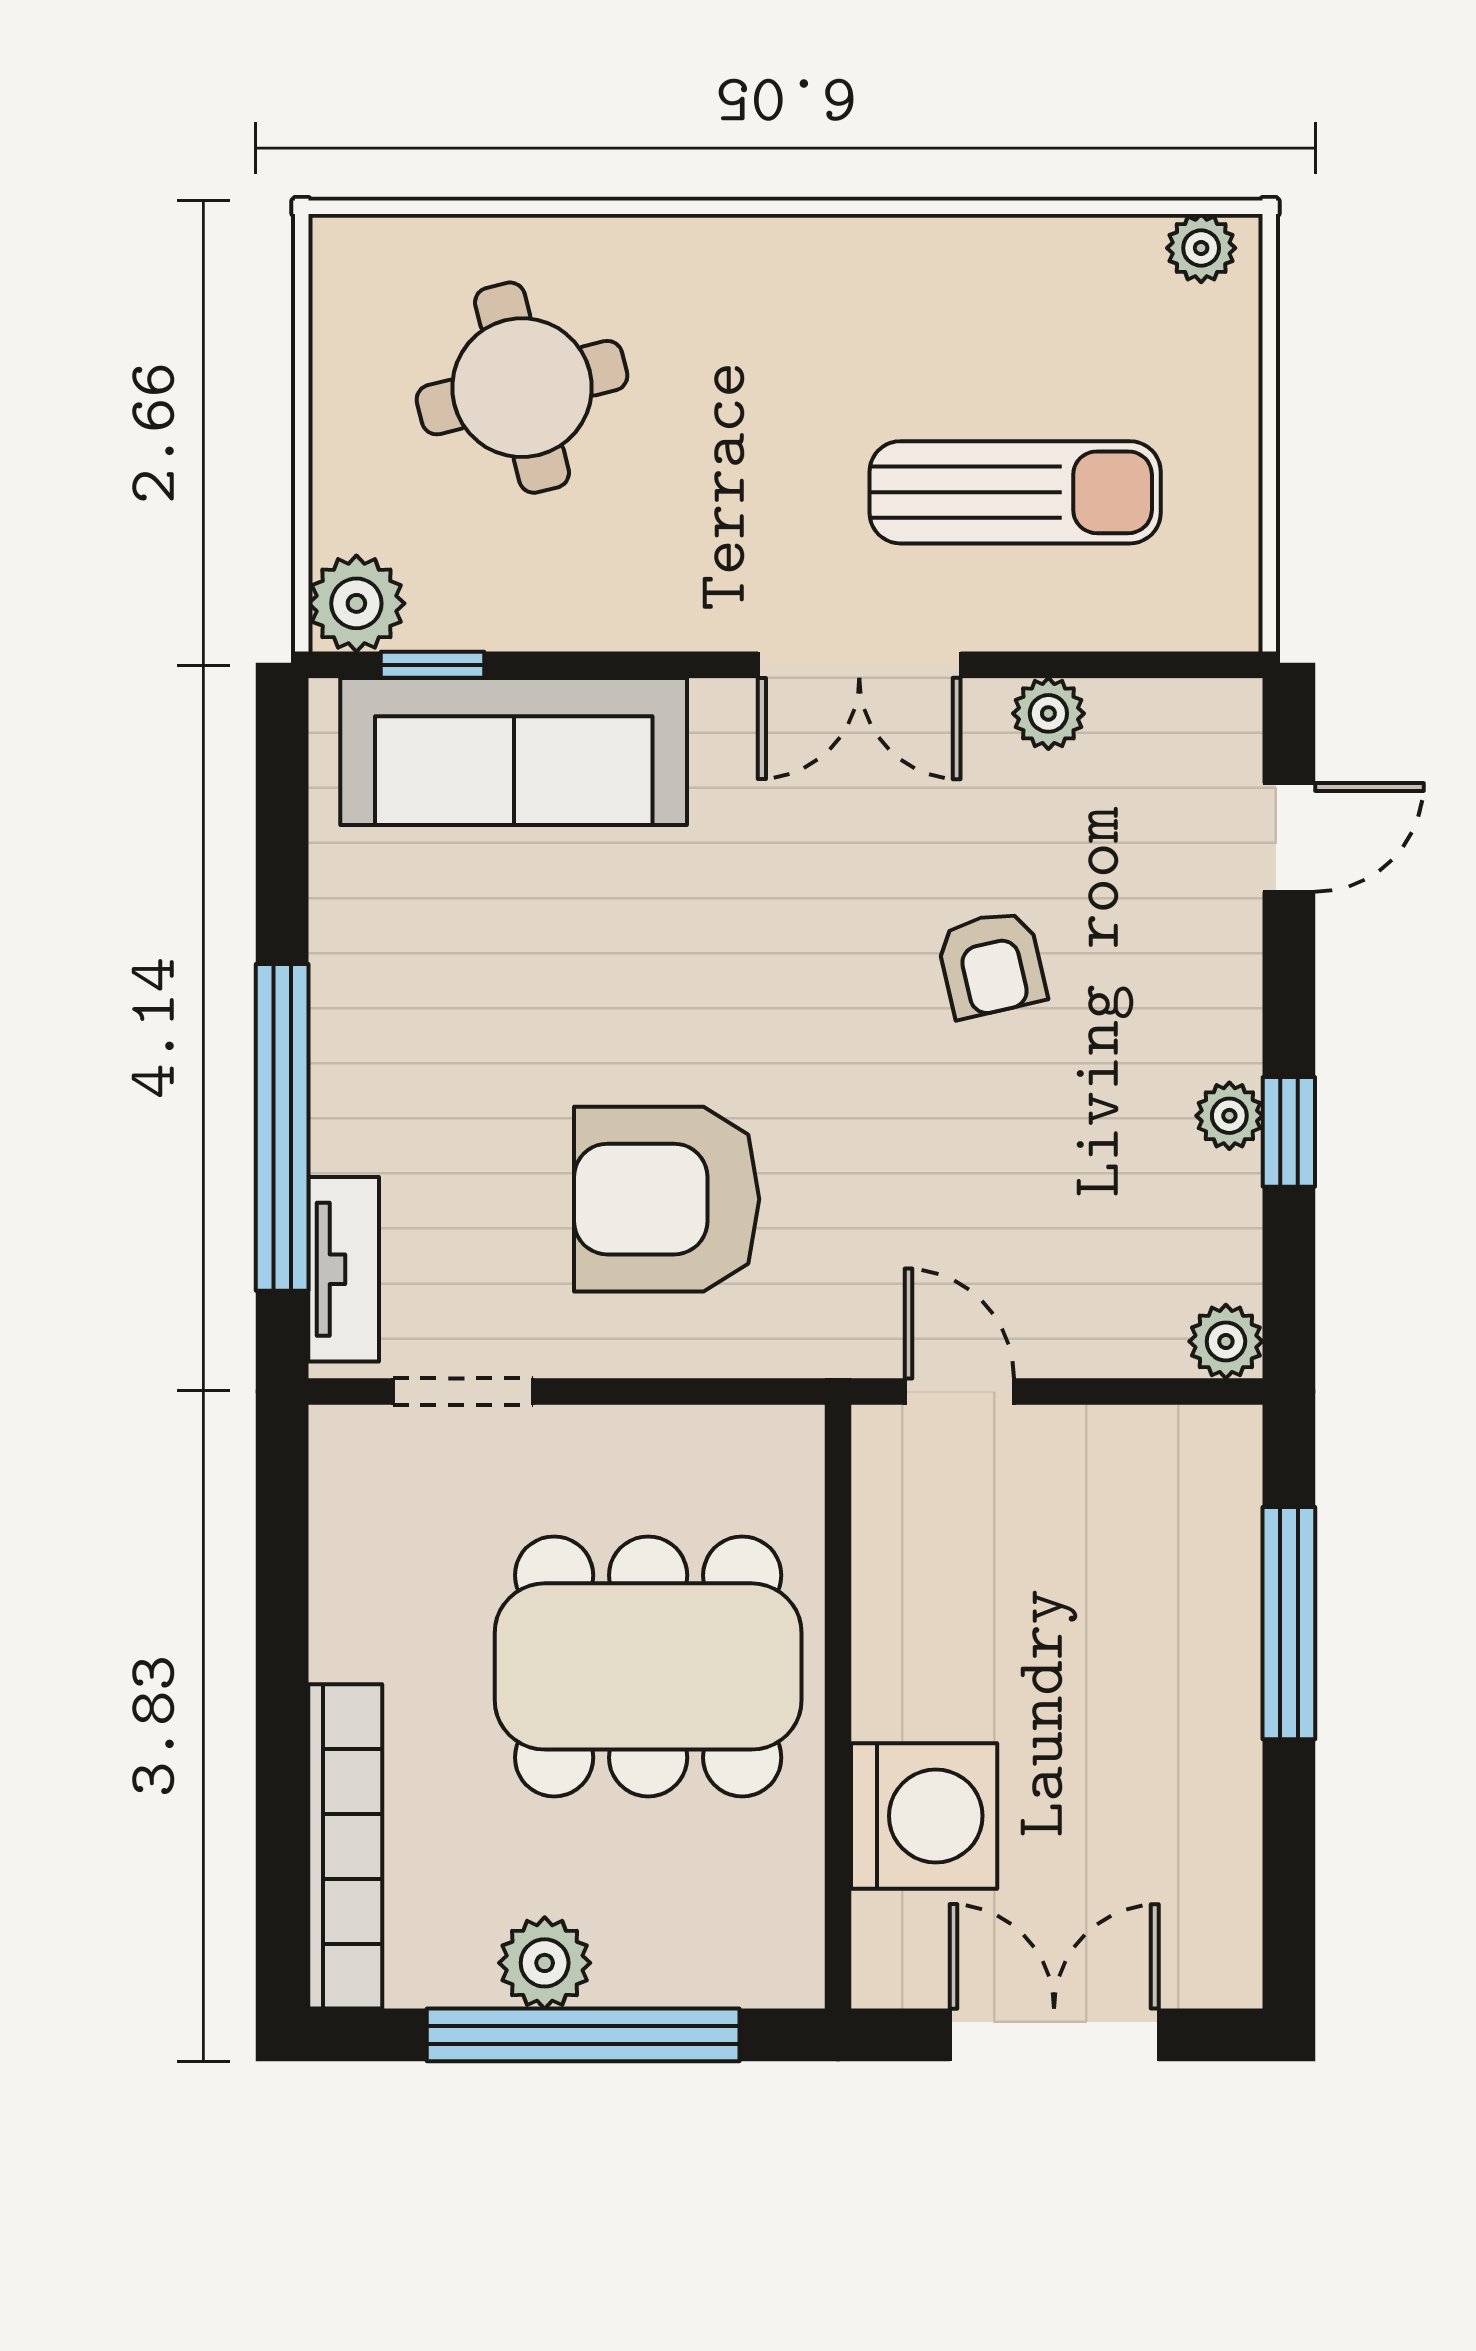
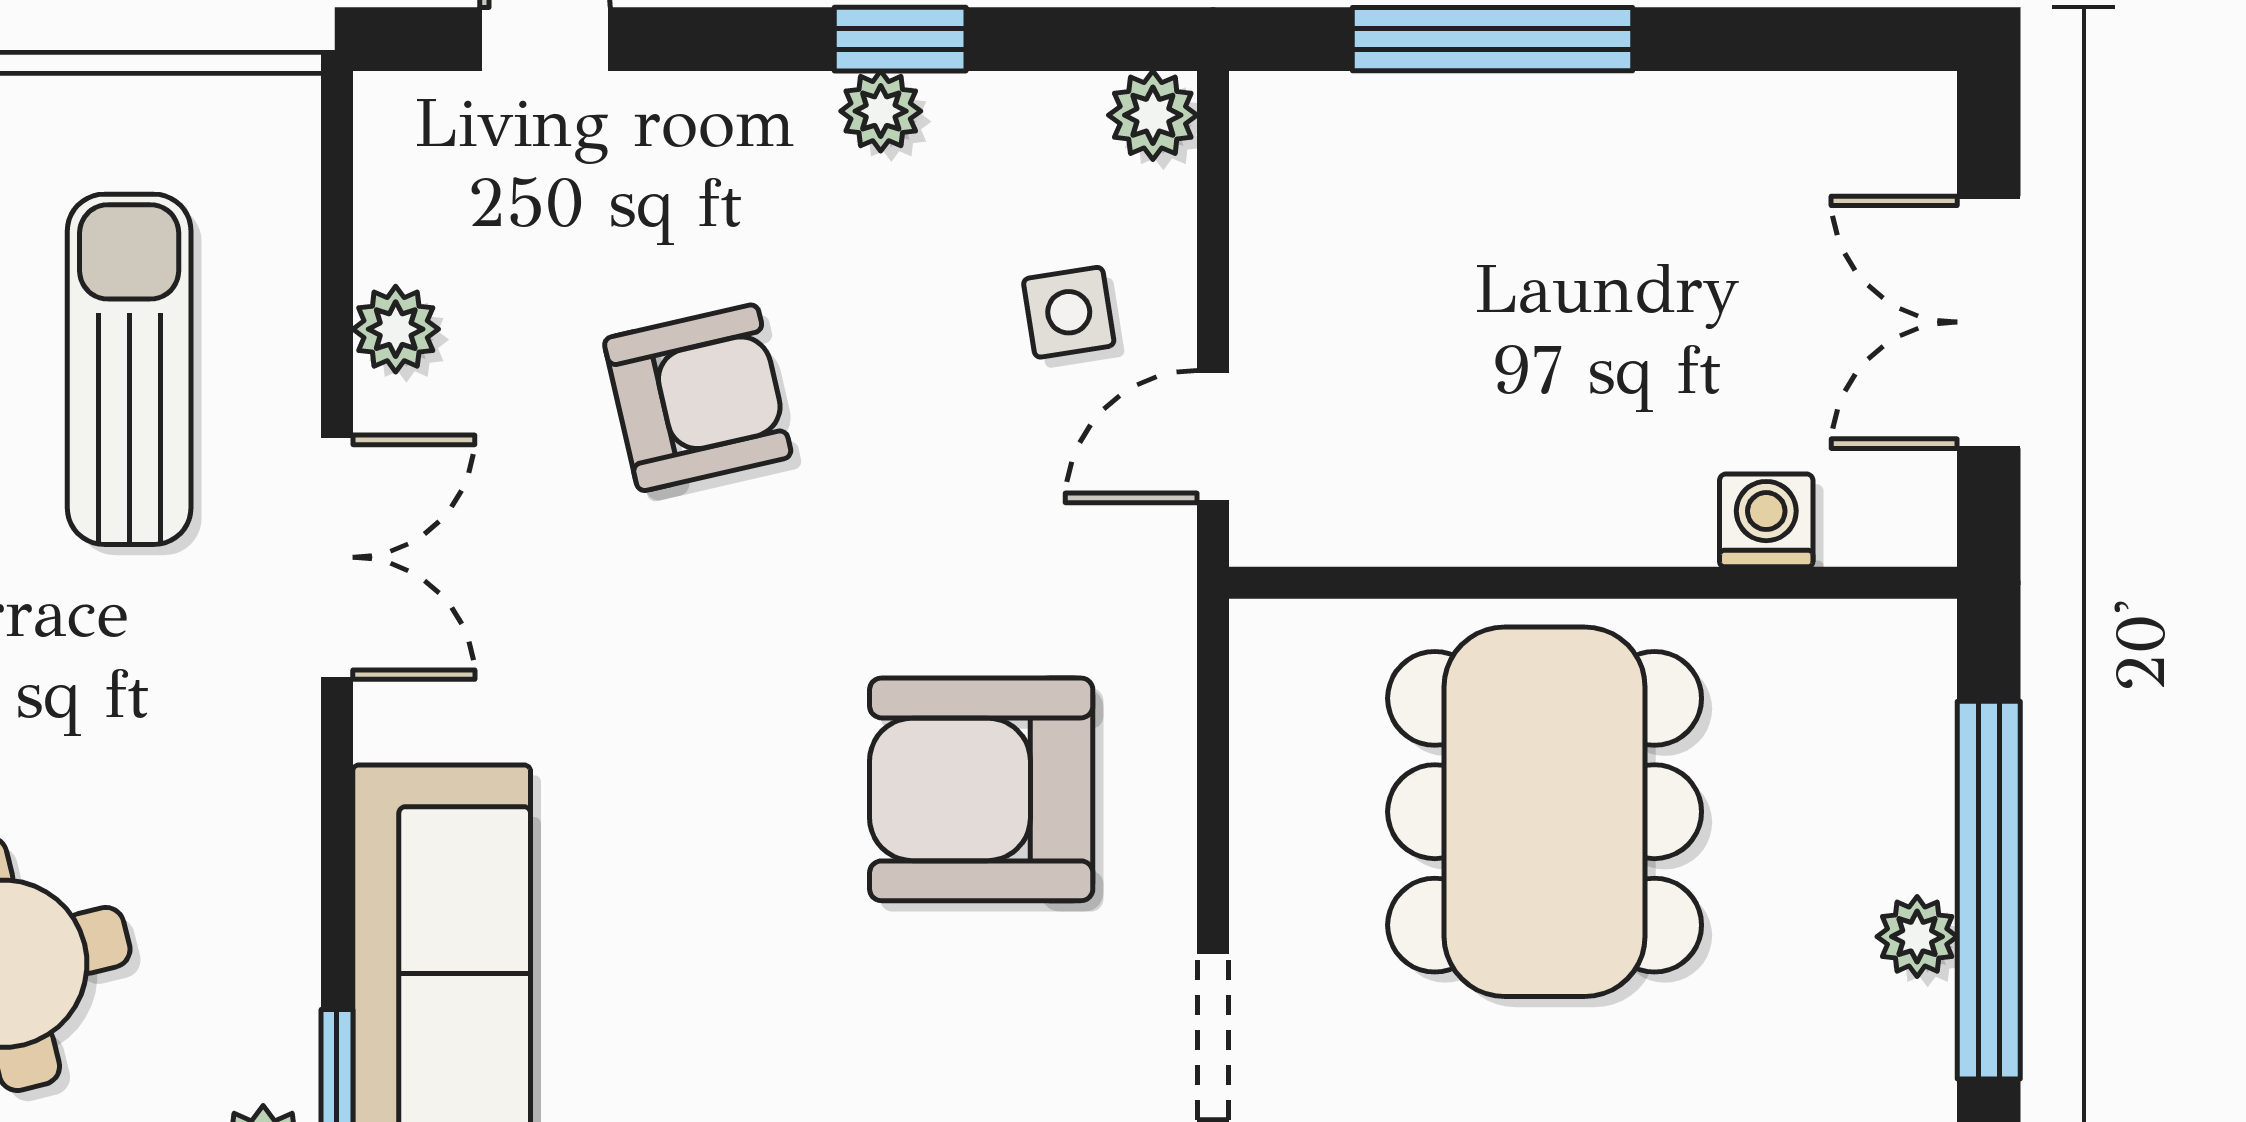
armchair: (992, 964) -> (698, 398), width x1.38, depth x1.38
armchair: (667, 1199) -> (981, 789), turned 90
side table: (1062, 1272) -> (1069, 312), added
washing machine: (924, 1816) -> (1766, 520), width x0.53, depth x0.53
plant: (545, 1963) -> (1917, 937), width x0.73, depth x0.73

